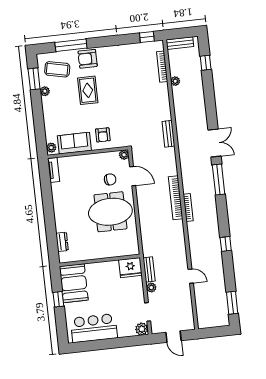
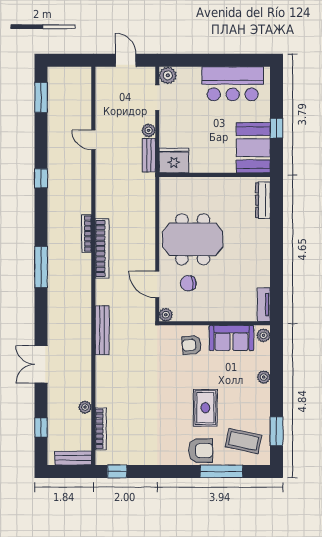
plant: (45, 91) -> (264, 377), moved
bench: (169, 134) -> (102, 330), width x1.36
armchair: (103, 135) -> (192, 345), turned -95
double door: (214, 143) -> (41, 364), moved
dresser: (62, 242) -> (263, 200), width x1.44

